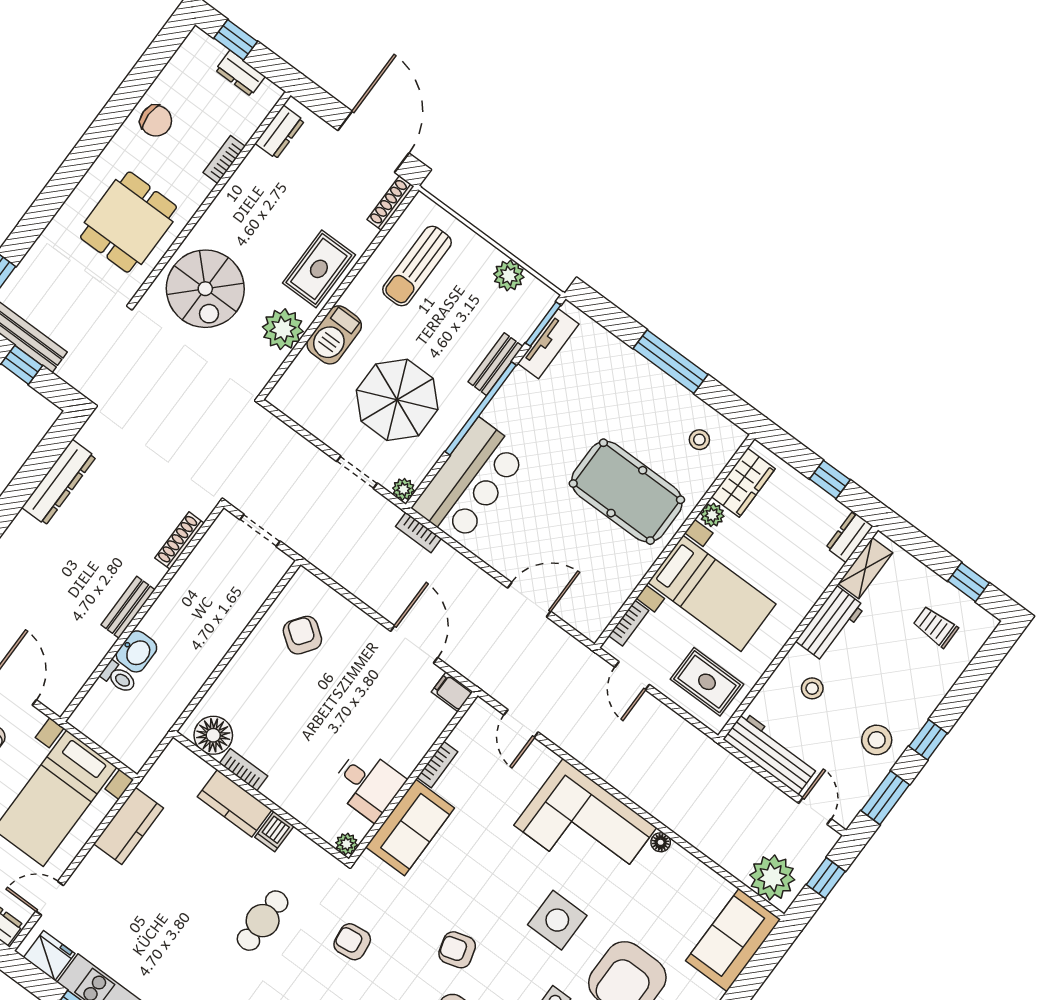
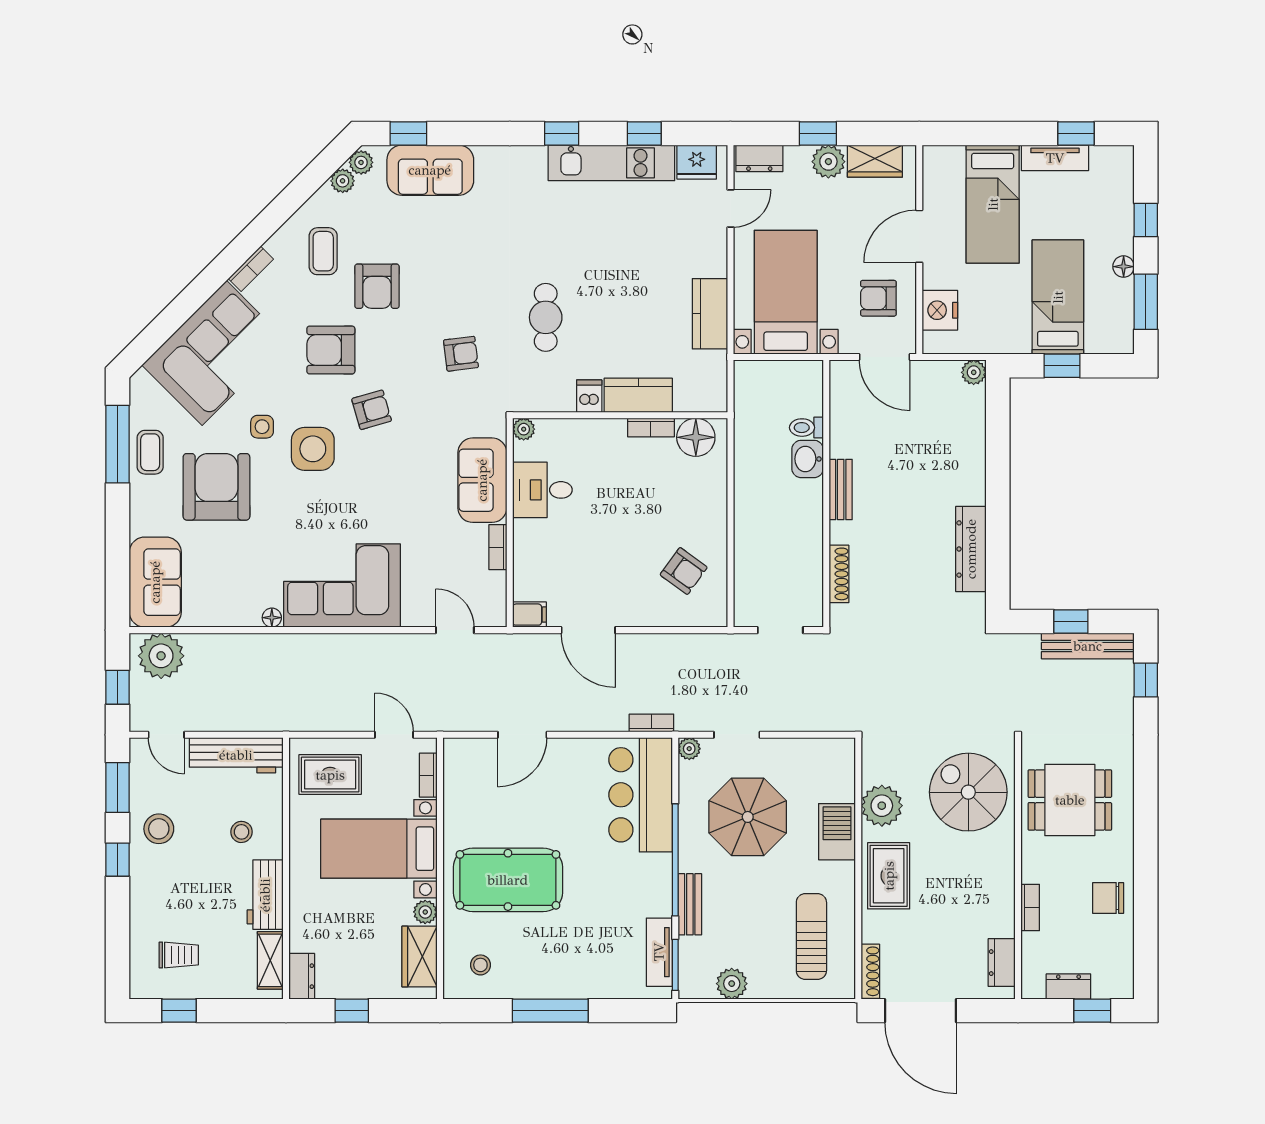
dining table: (129, 222) -> (1070, 800), turned 90
side table: (557, 920) -> (313, 449), moved

